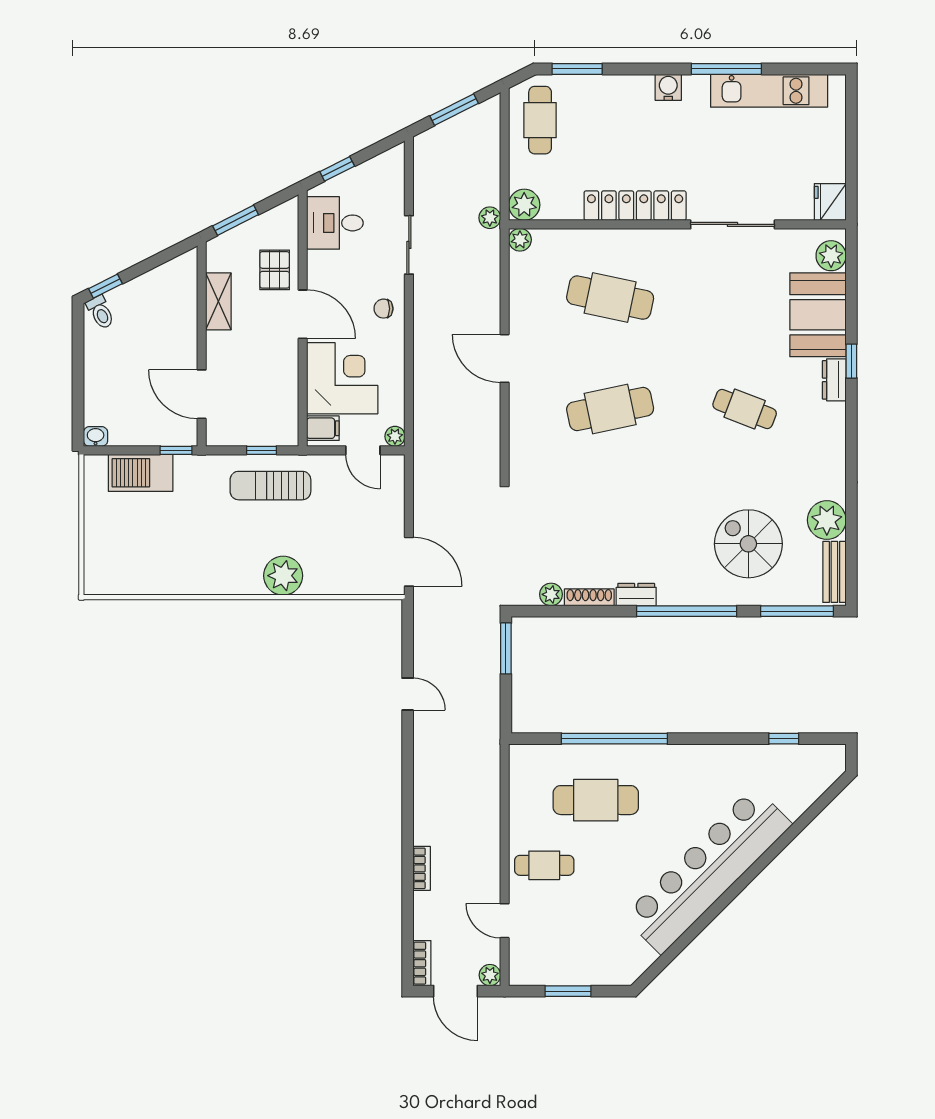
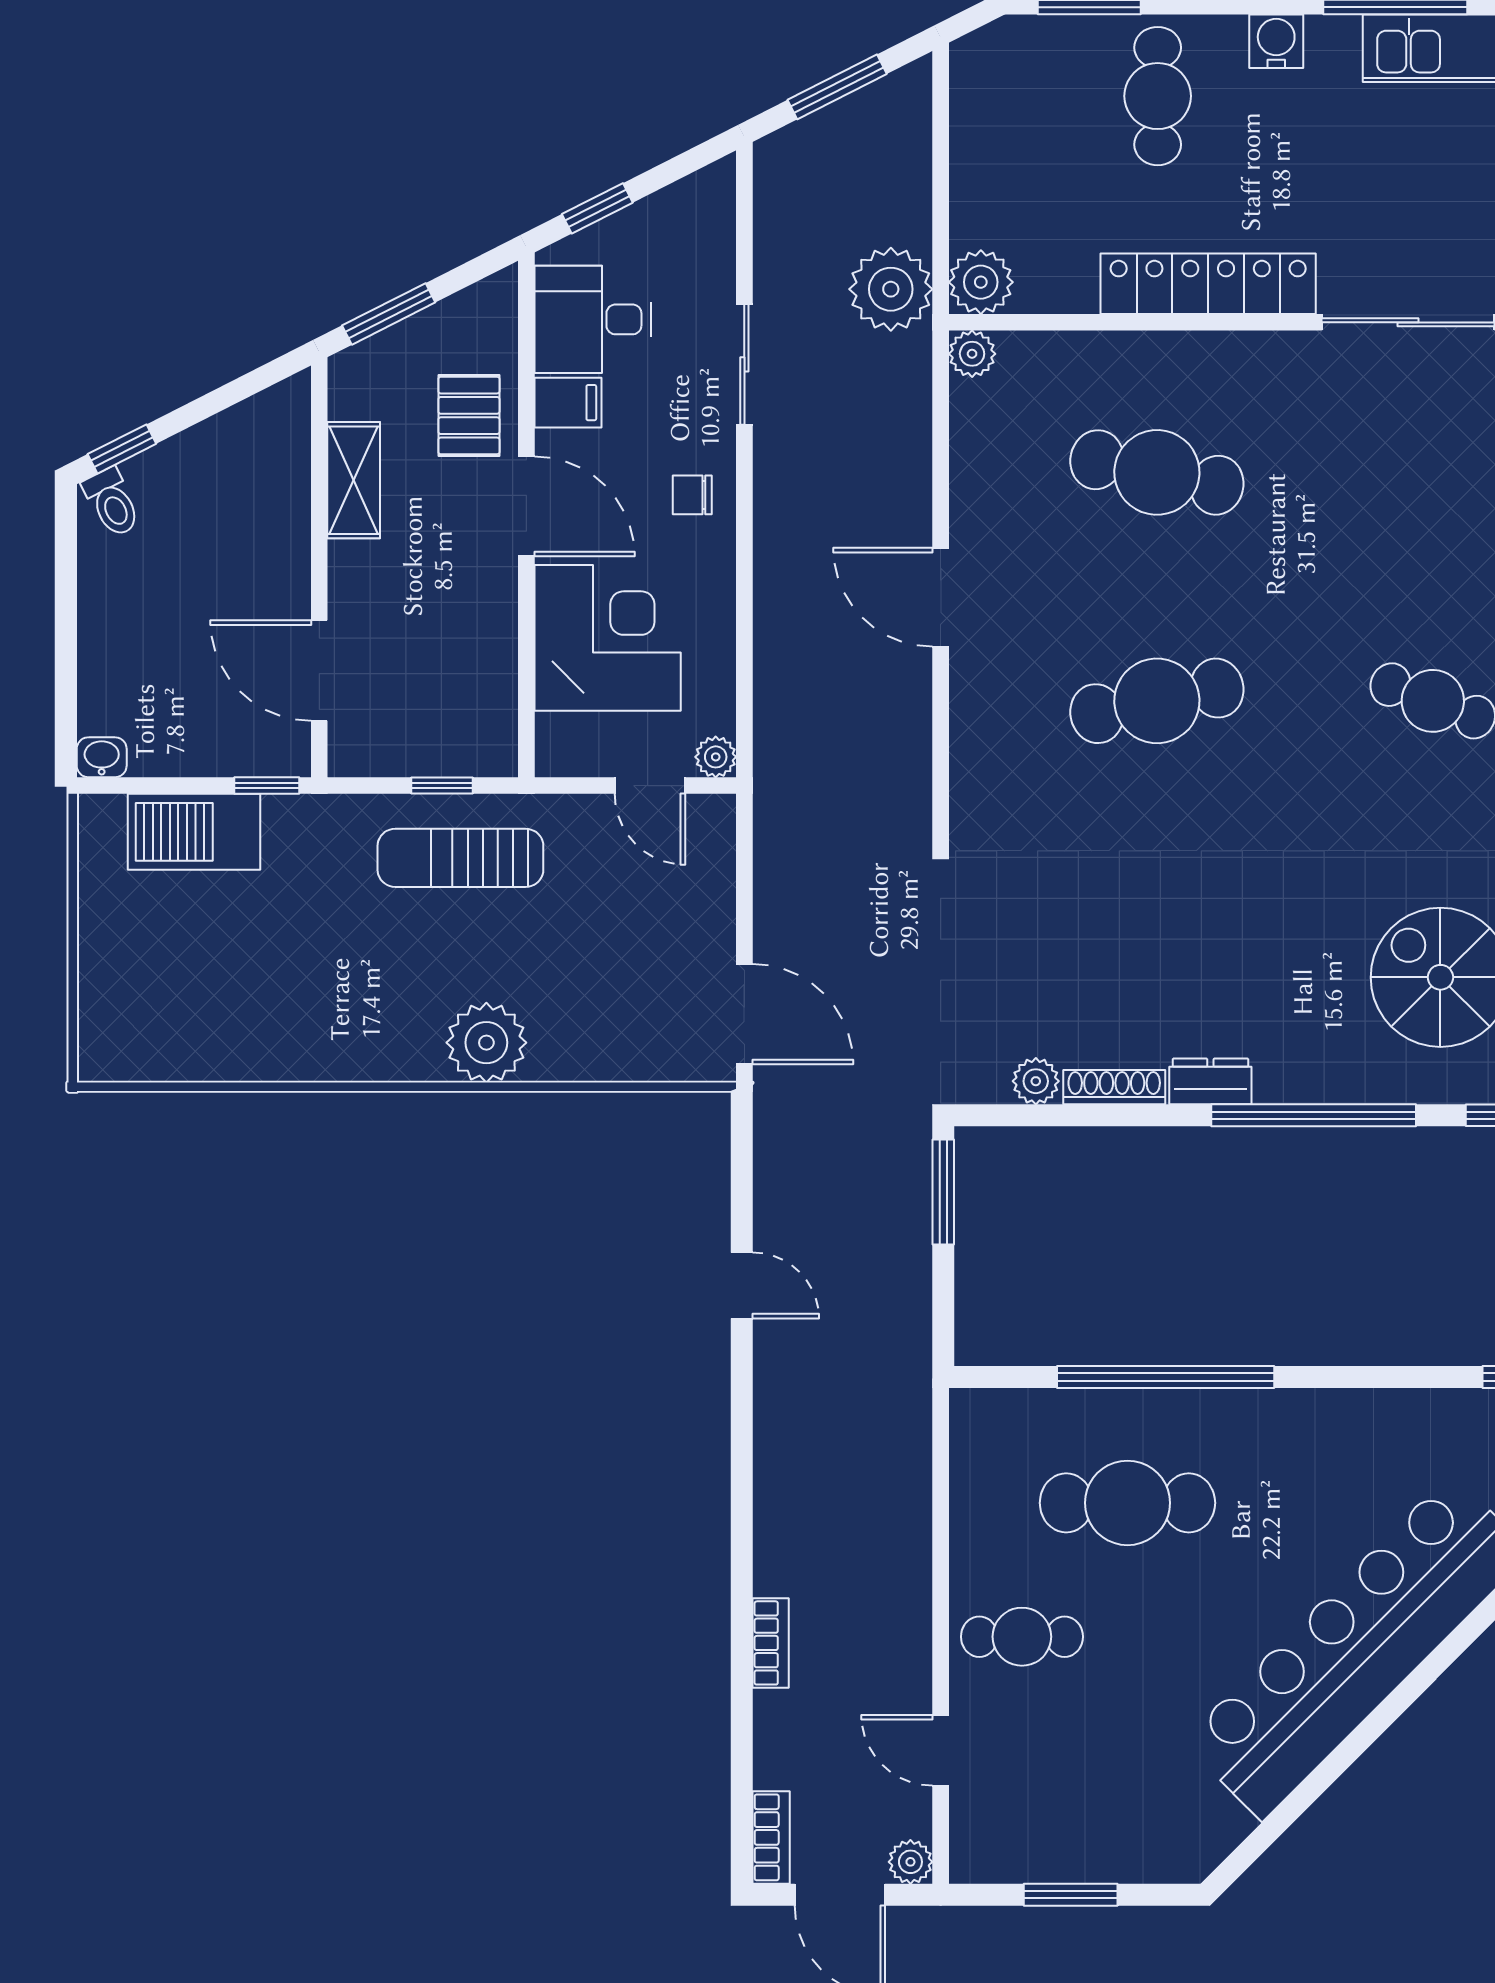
cafe table: (540, 120) -> (1158, 96), moved
plant: (490, 218) -> (891, 289), width x1.87, depth x1.87
filing cabinet: (323, 428) -> (568, 403), moved

